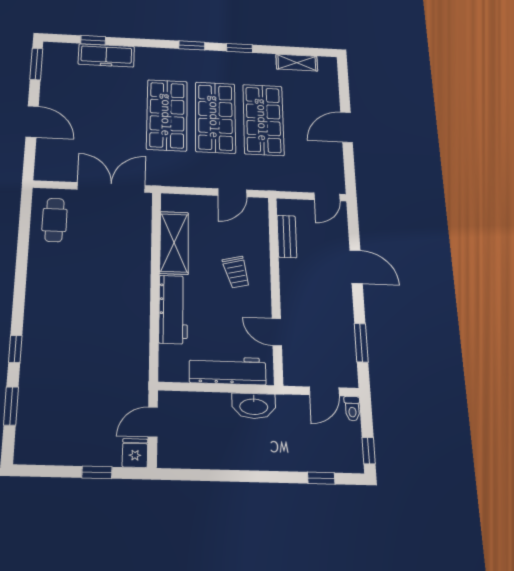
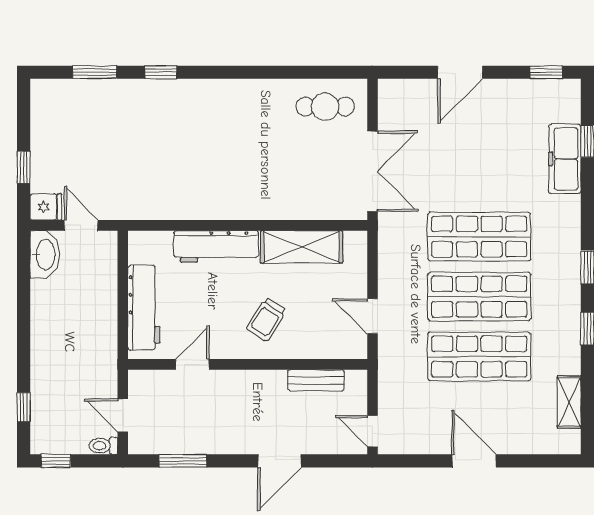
window: (36, 64) -> (546, 72), width x0.67
trolley: (236, 272) -> (266, 319), turned -44
washbasin: (254, 406) -> (45, 254), moved, turned 180

